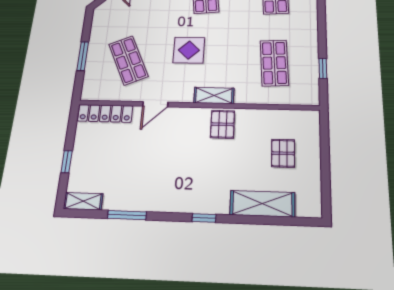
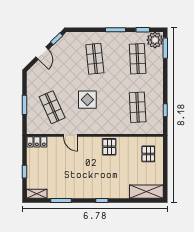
shelving: (214, 95) -> (104, 129), removed
door: (155, 104) -> (71, 135), hinge flipped
locker: (105, 113) -> (37, 142), width x0.66
pallet: (283, 153) -> (148, 154), moved
shelving: (262, 204) -> (146, 192), moved

